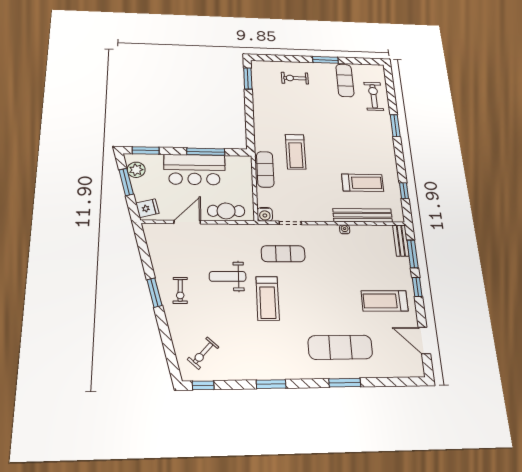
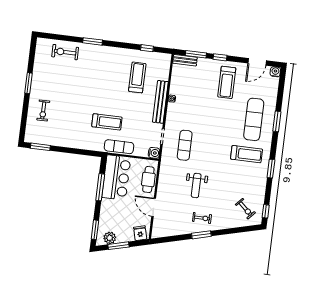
exercise mat: (345, 80) -> (49, 72), removed
bar counter: (194, 170) -> (116, 178), moved
bench: (363, 215) -> (160, 102), moved
treadmill: (268, 298) -> (247, 154), moved
water cooler: (417, 370) -> (275, 72), added

